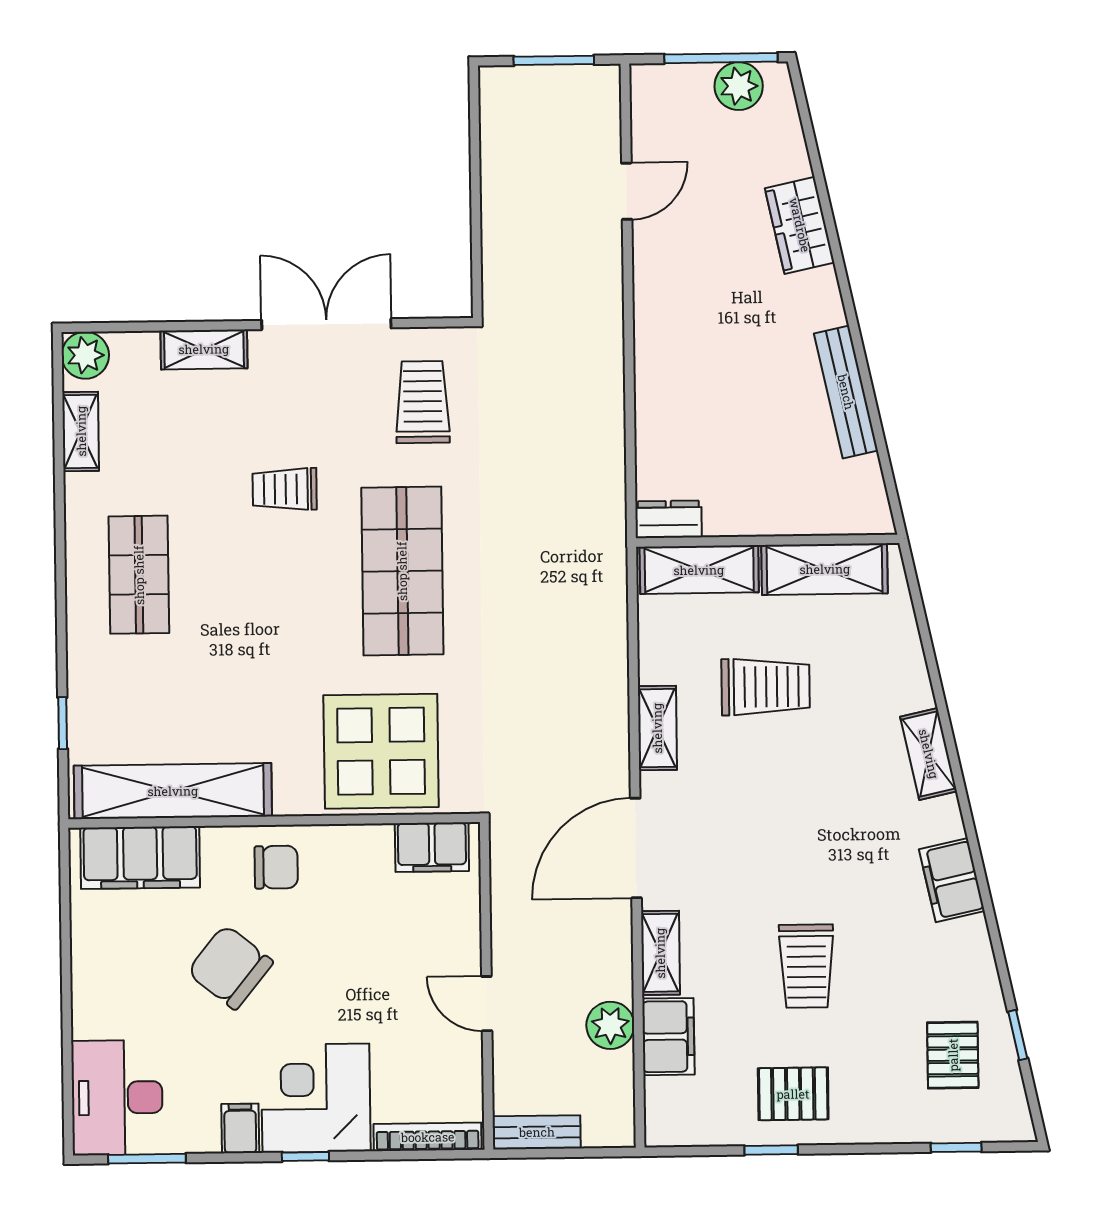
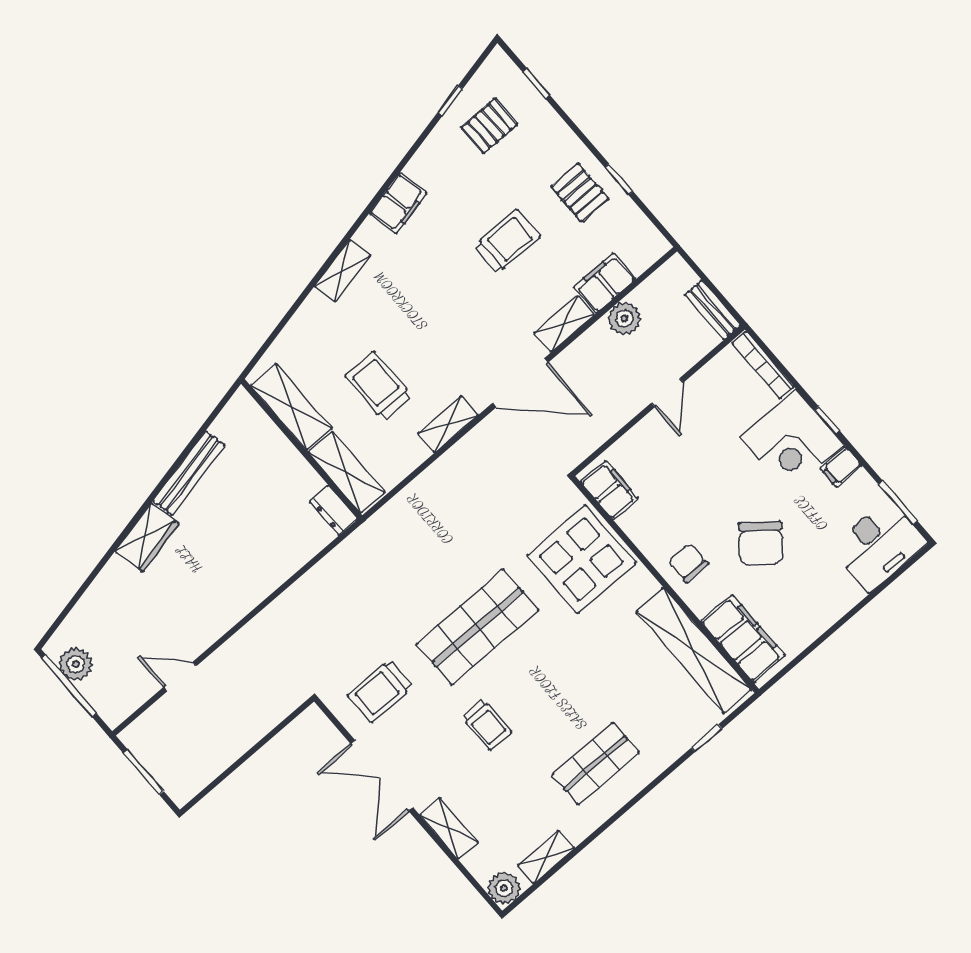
wardrobe: (800, 225) -> (147, 538), moved

